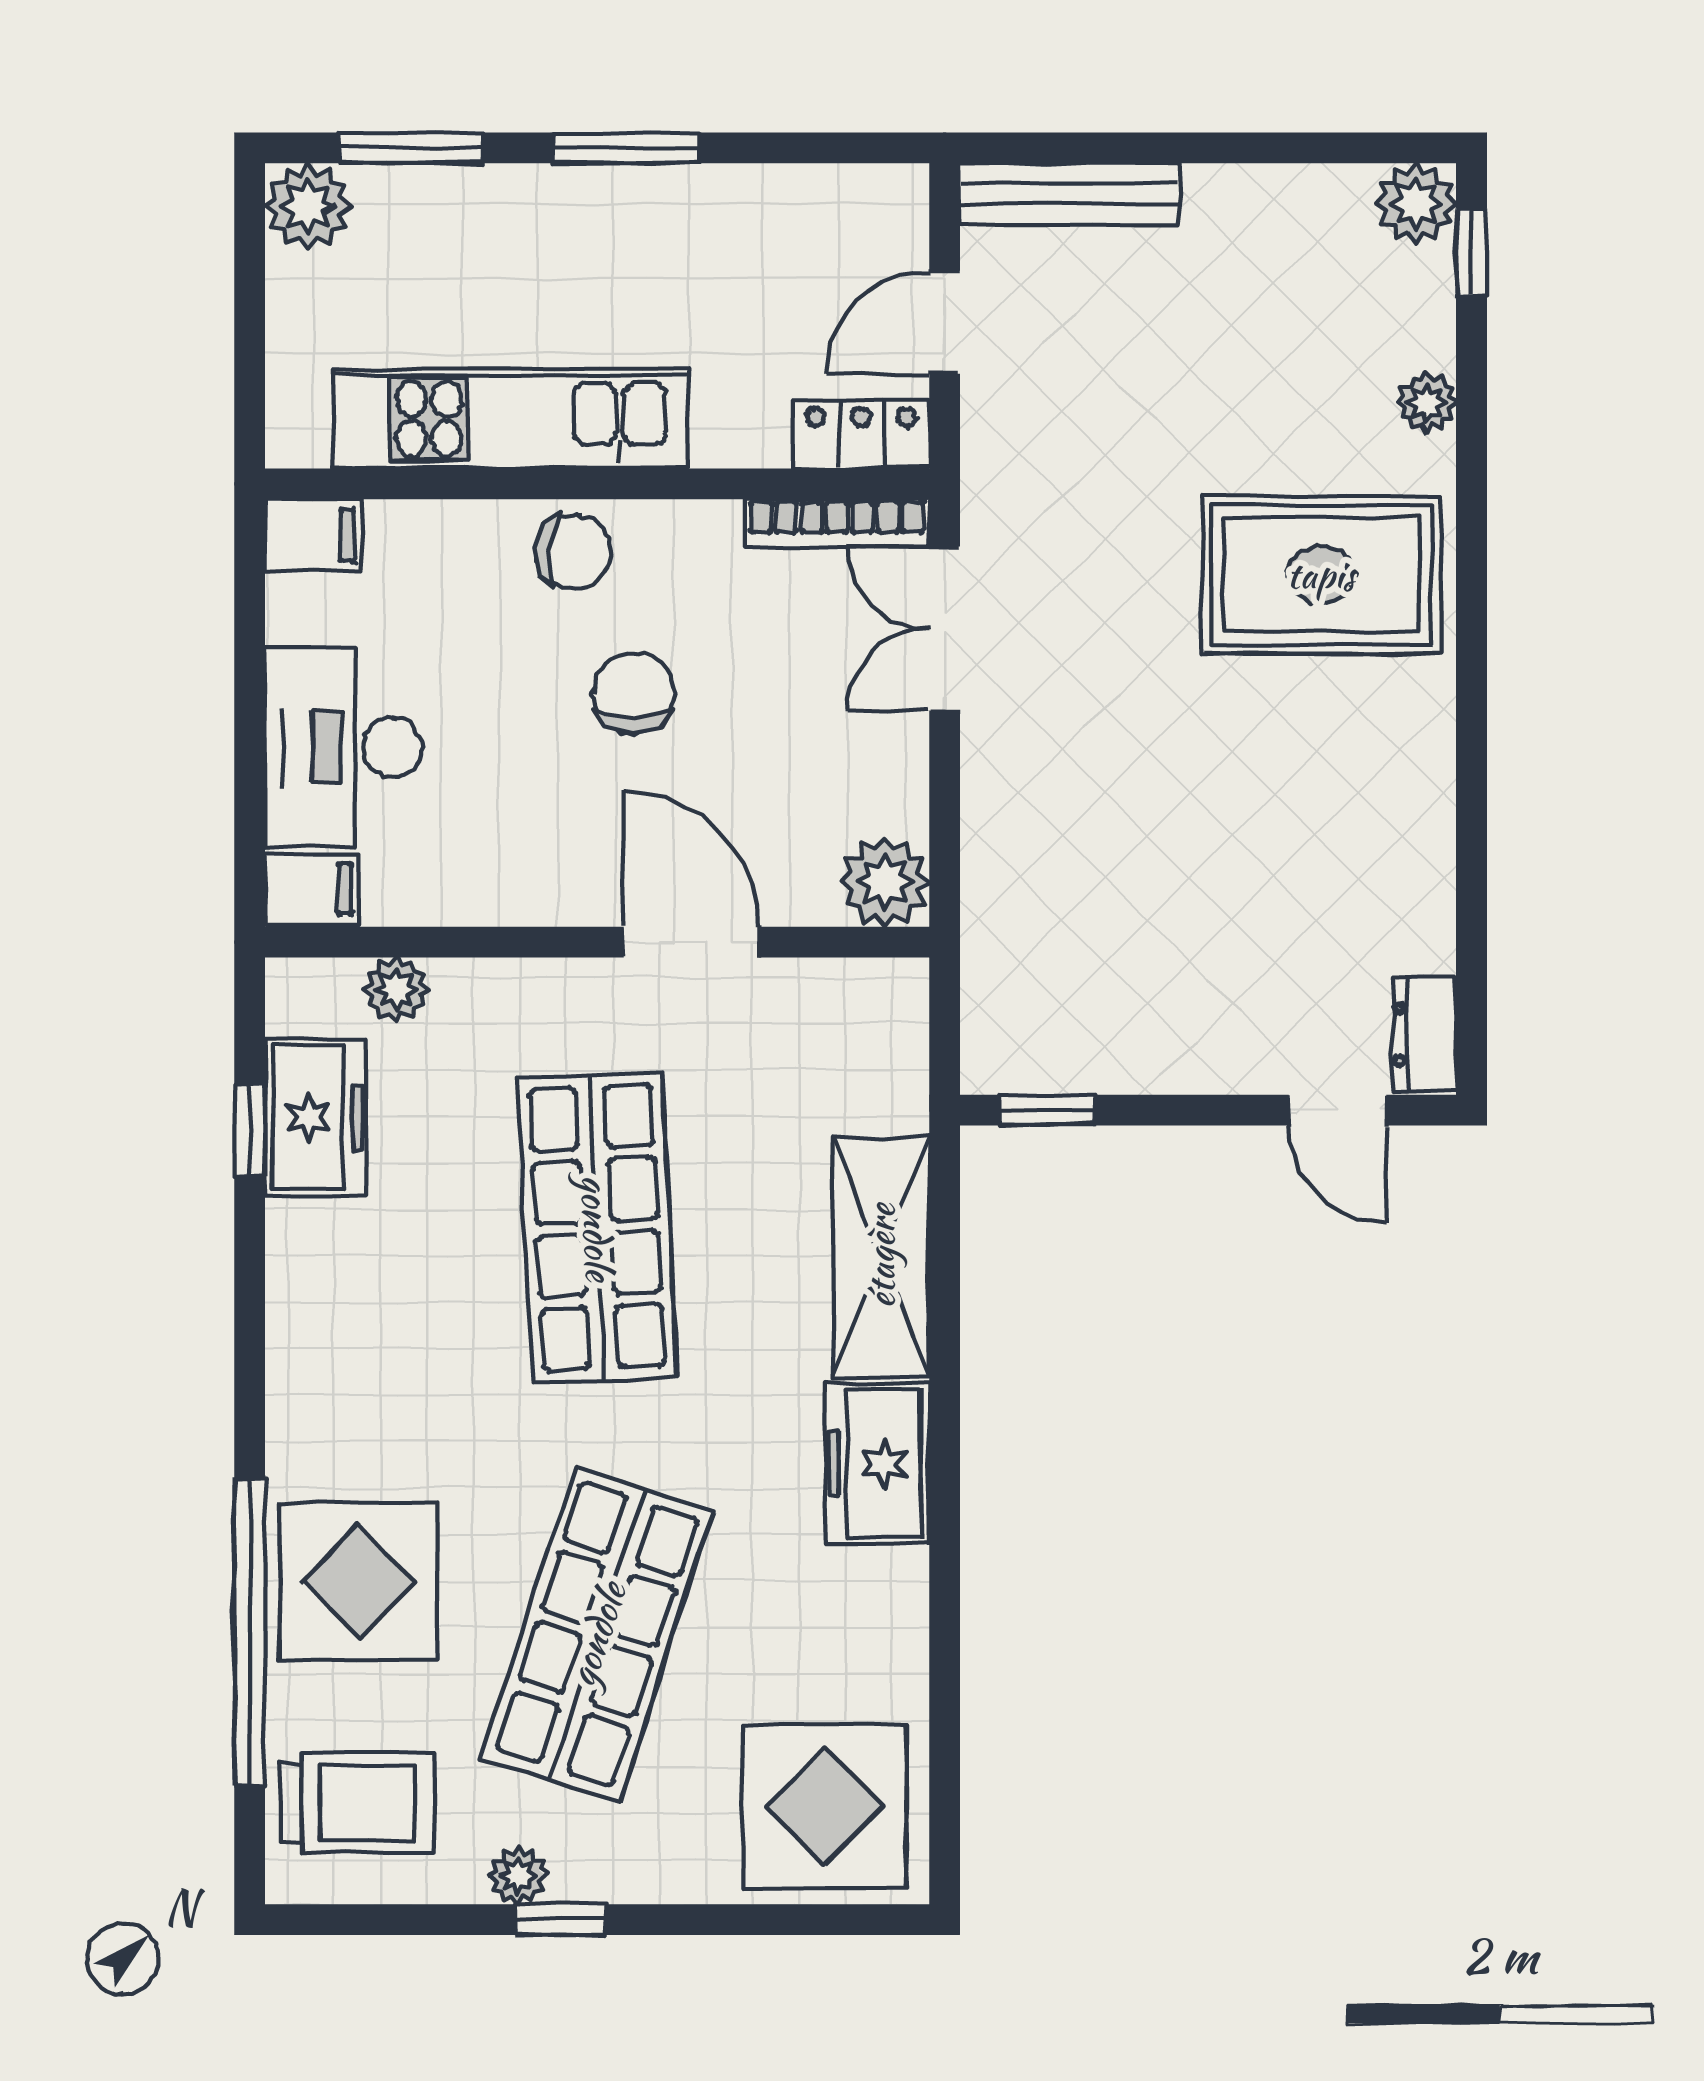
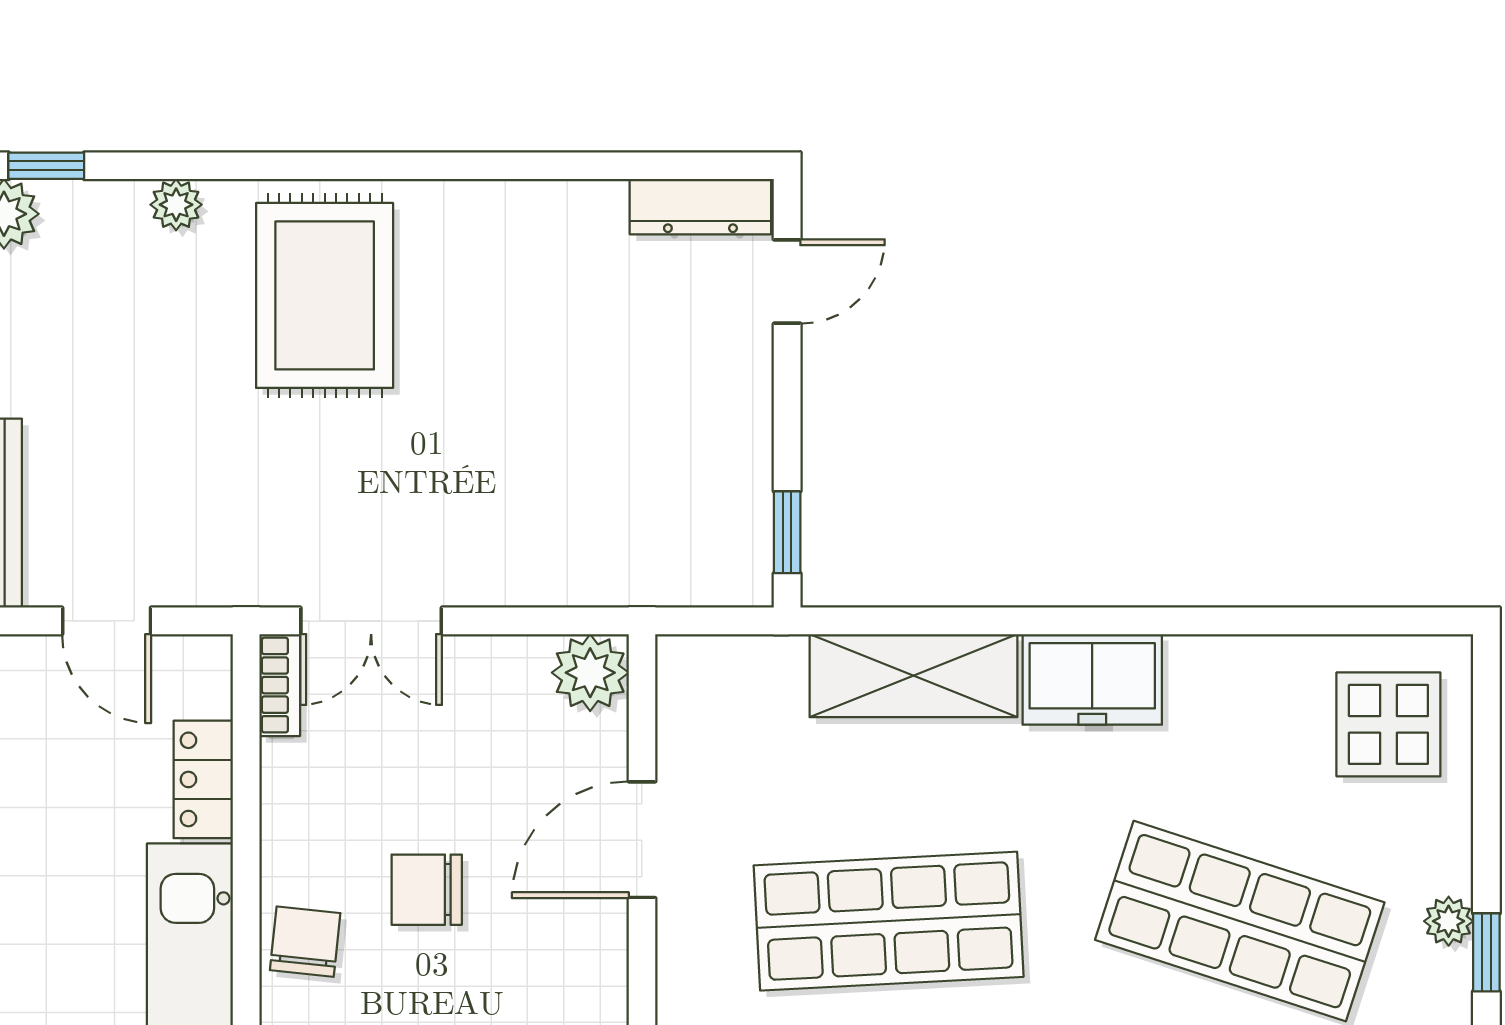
locker: (861, 434) -> (203, 779), moved
bookcase: (837, 523) -> (280, 685), width x0.64
dresser: (1424, 1035) -> (700, 207), width x1.44
display table: (825, 1806) -> (1388, 724), width x0.73, depth x0.73
plant: (518, 1876) -> (1449, 921), moved

